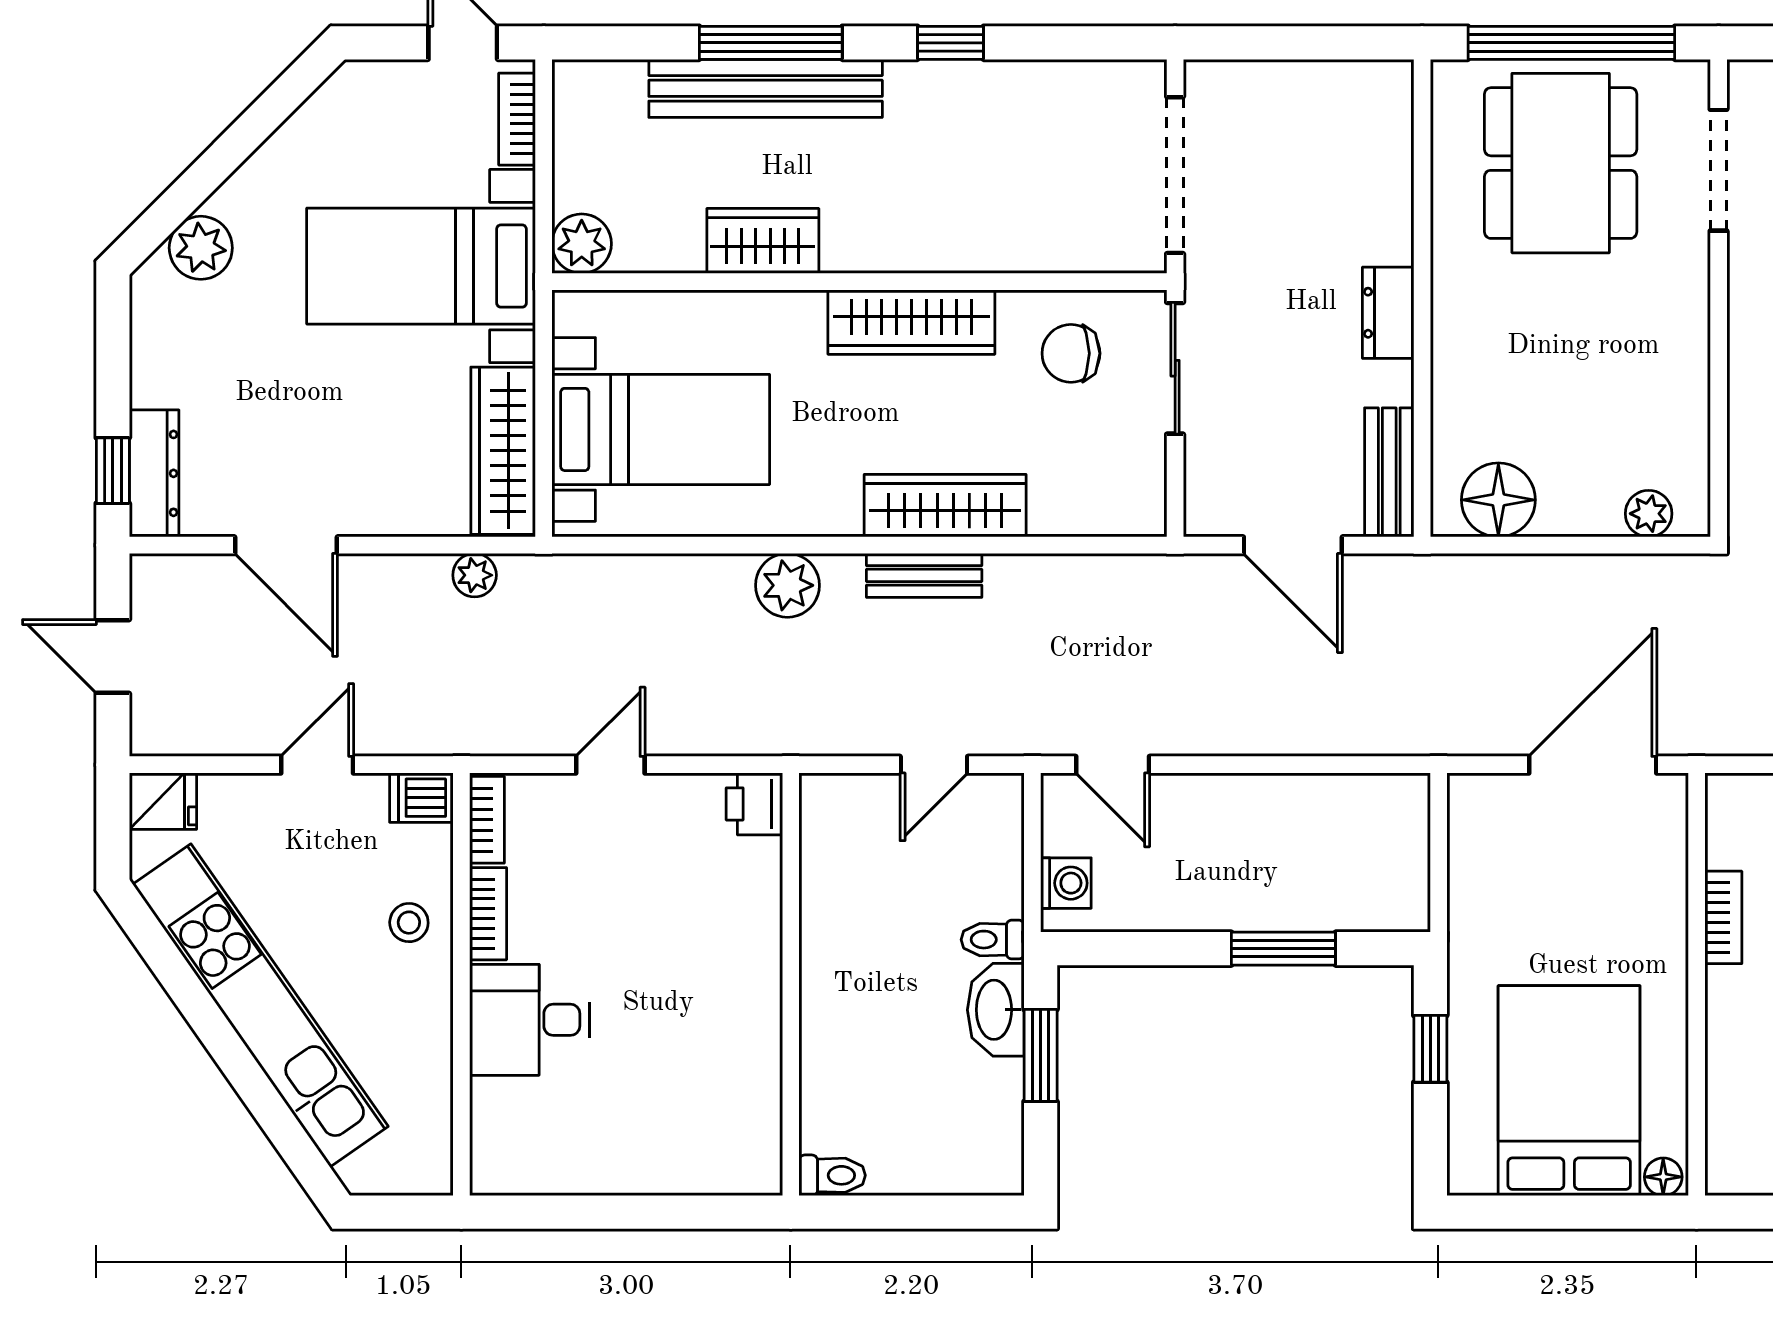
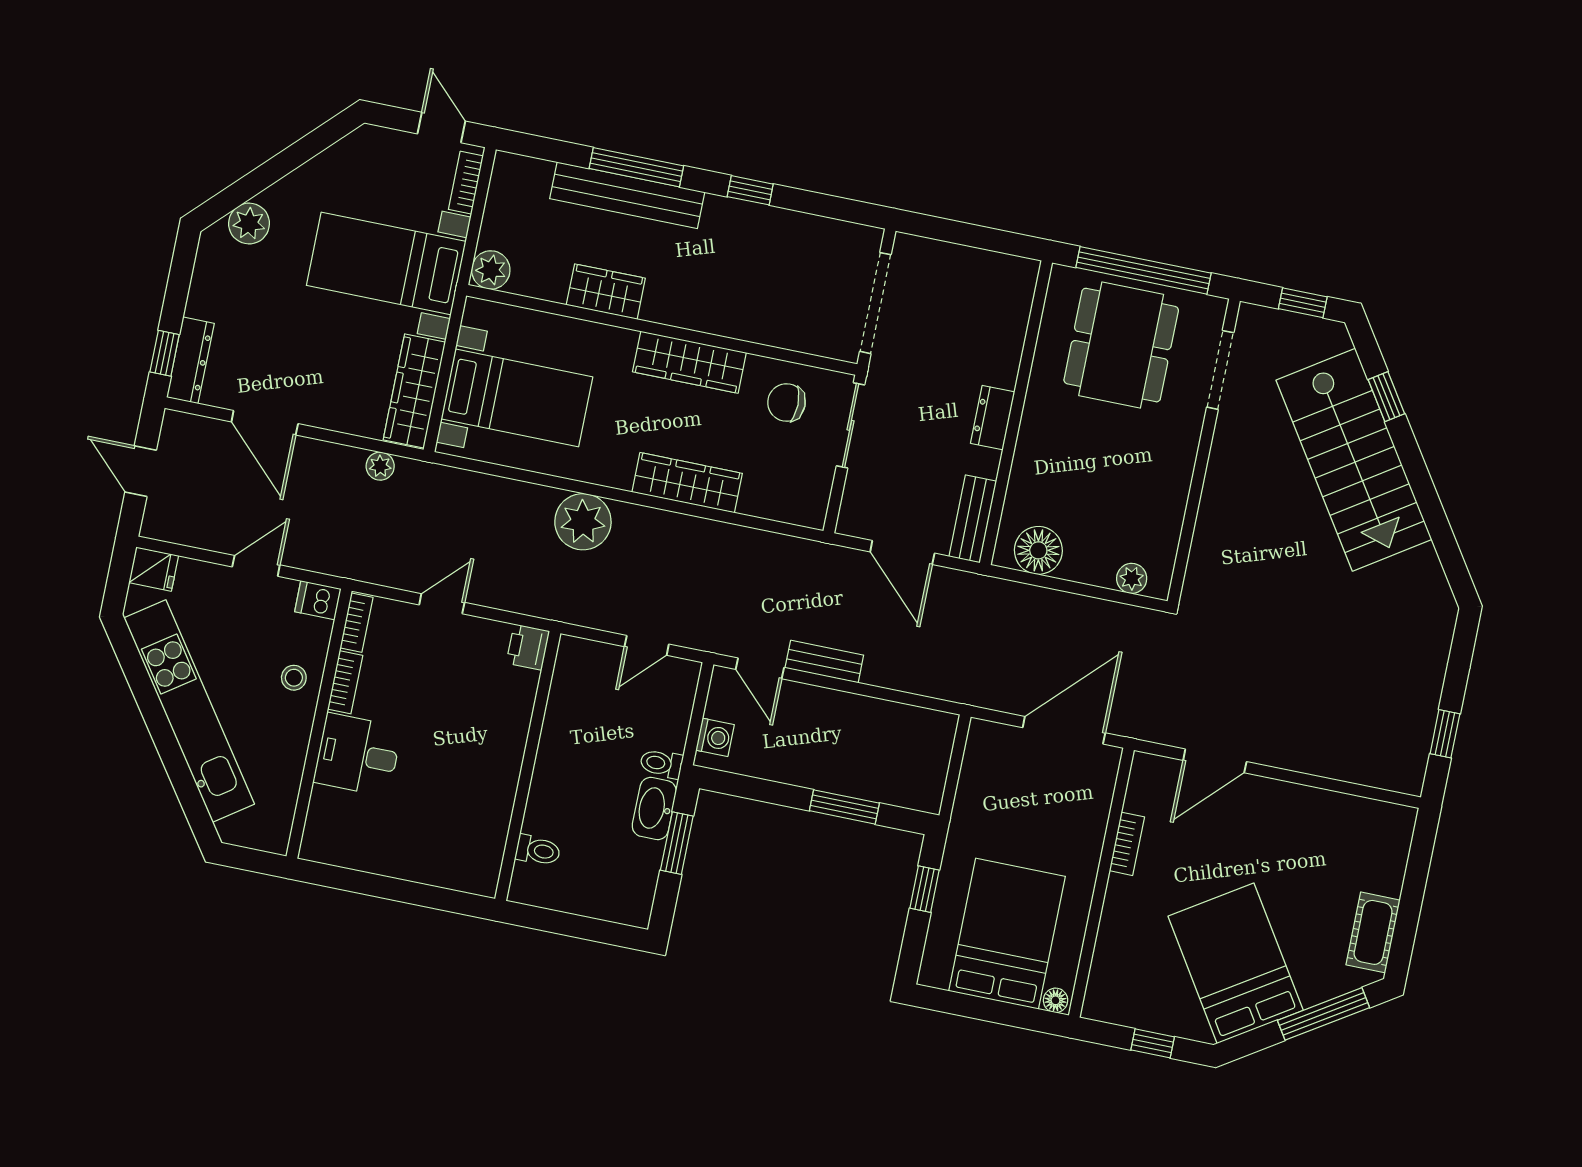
bench: (924, 575) -> (824, 662), moved
plant: (787, 585) -> (583, 522), width x1.36, depth x1.36
toilet: (832, 1175) -> (538, 850), moved

